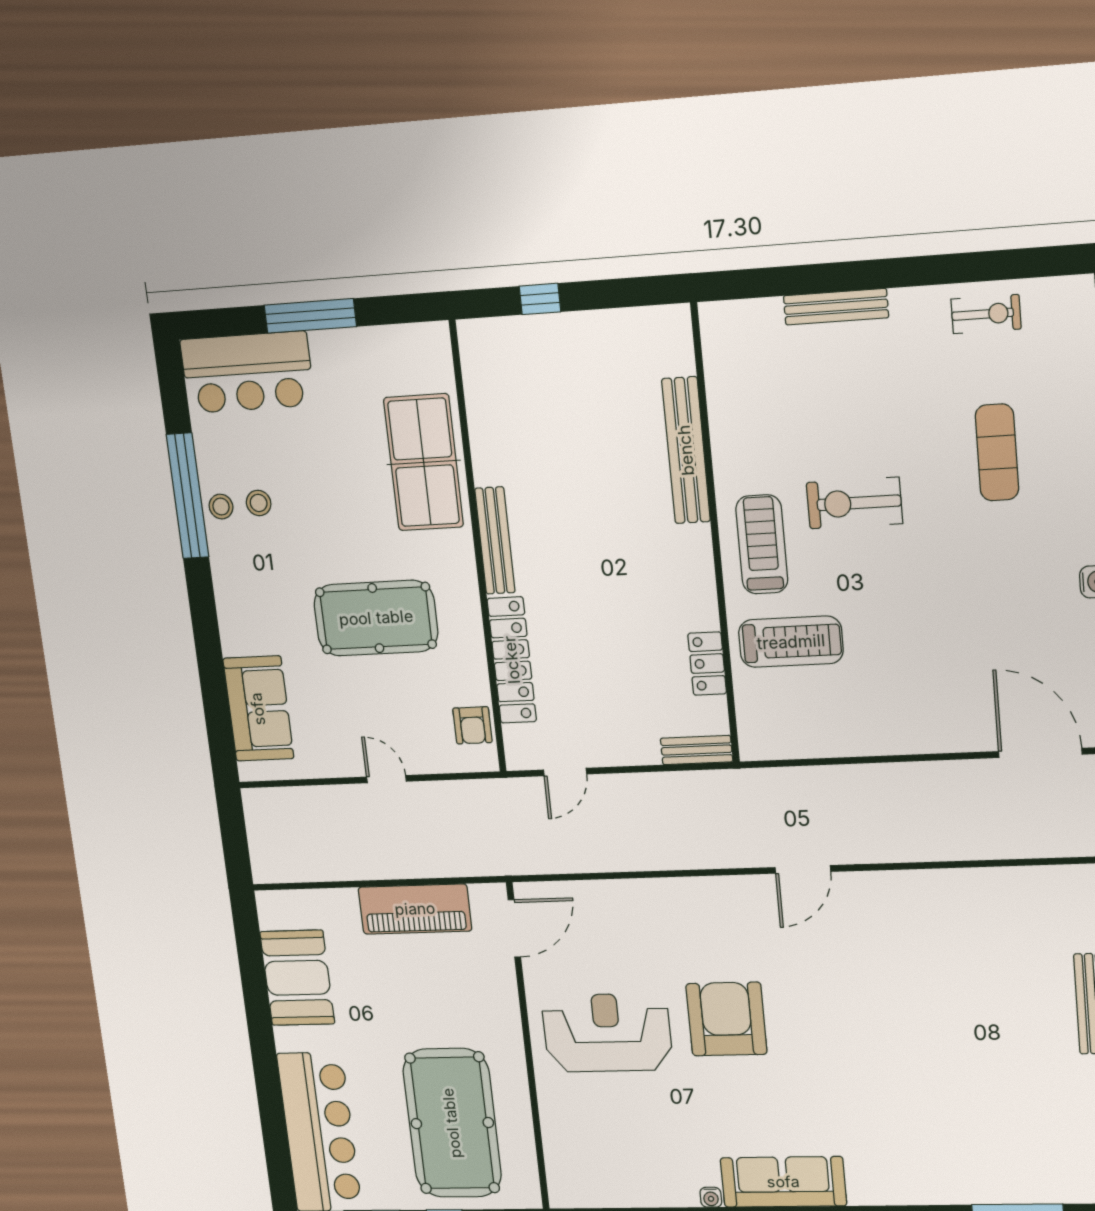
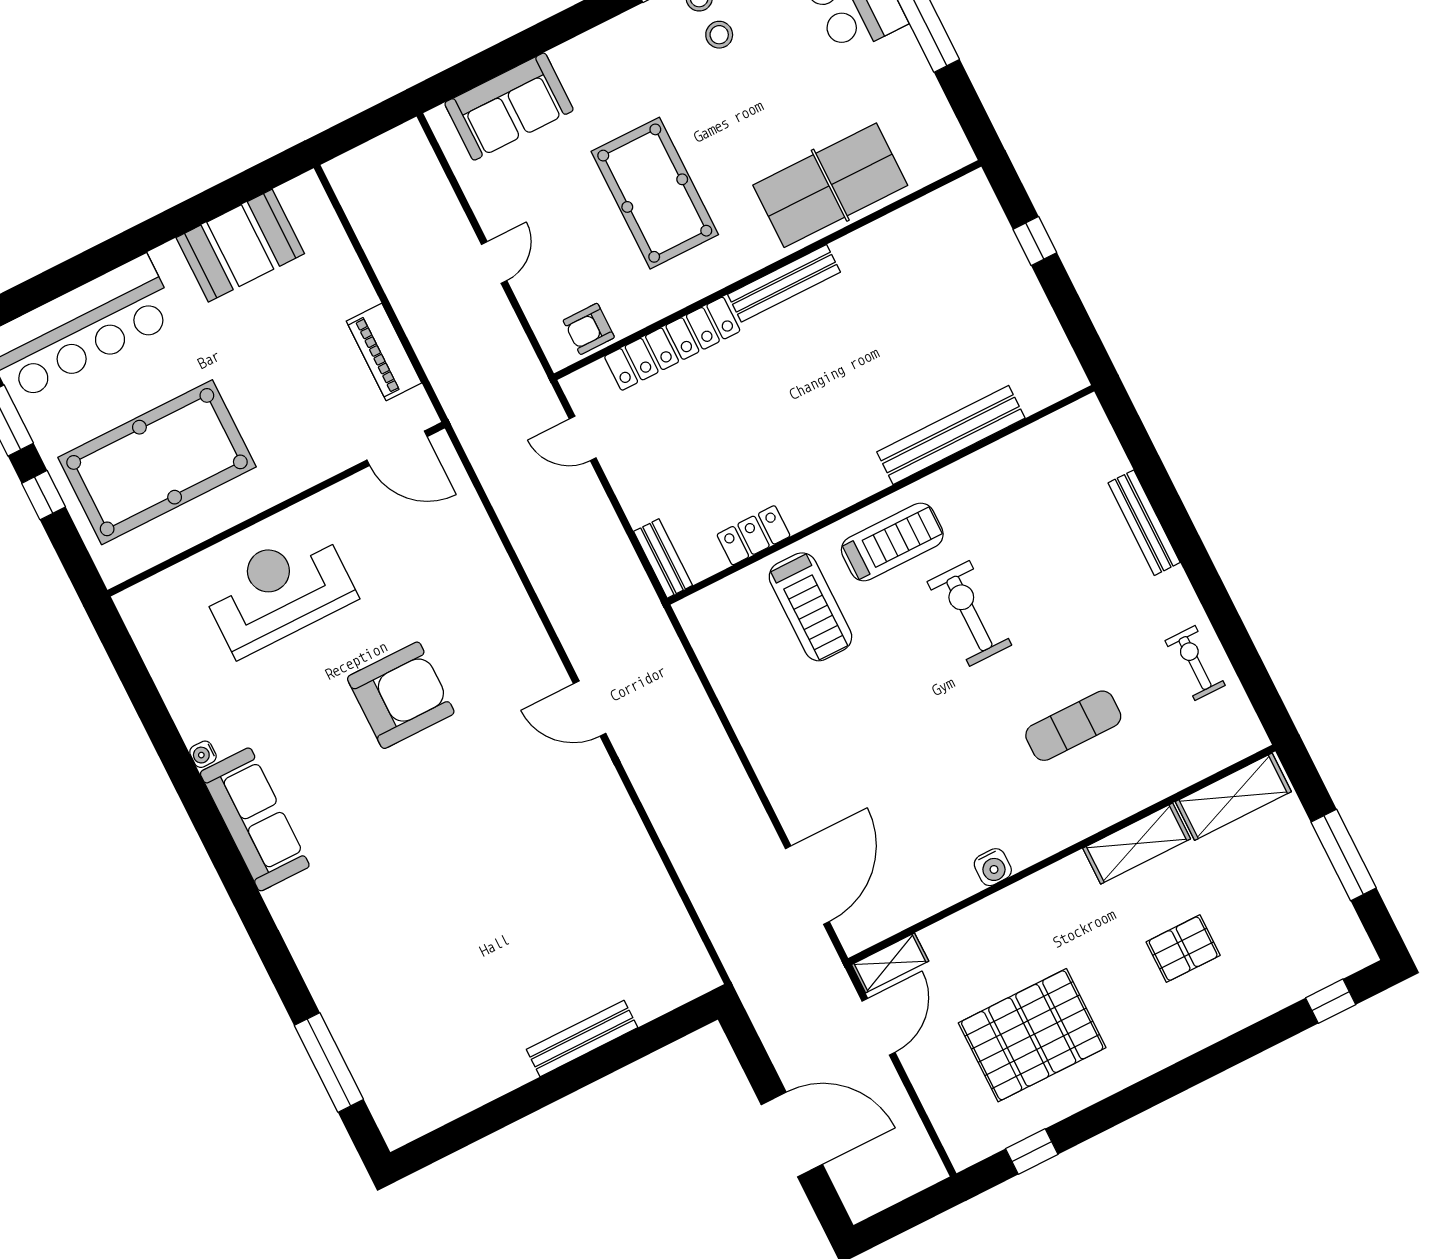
exercise bike: (986, 314) -> (1195, 663), turned 180
piano: (415, 909) -> (384, 352), width x0.73, depth x0.75
reception desk: (607, 1033) -> (279, 591), moved, turned -90

